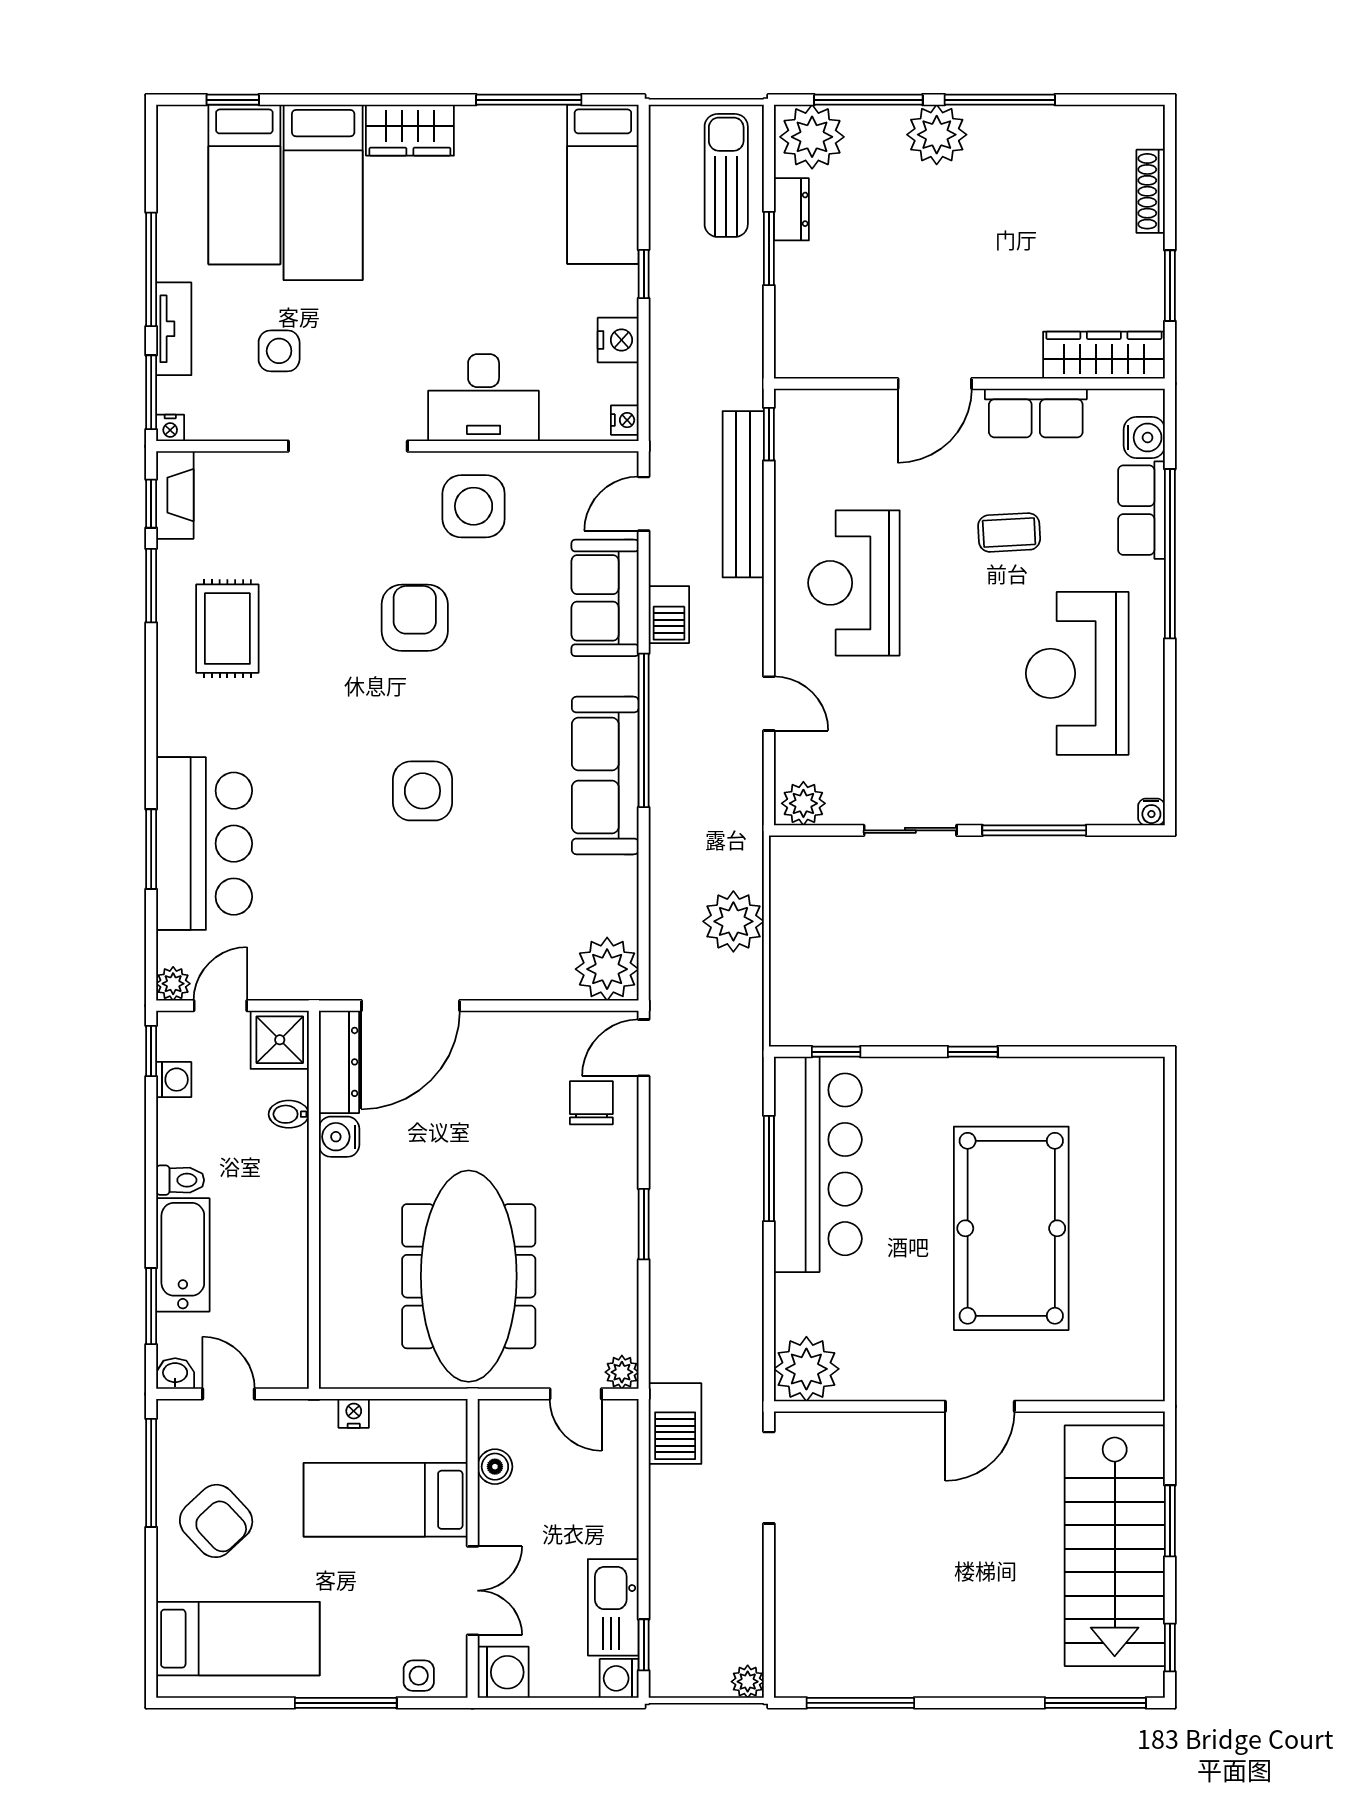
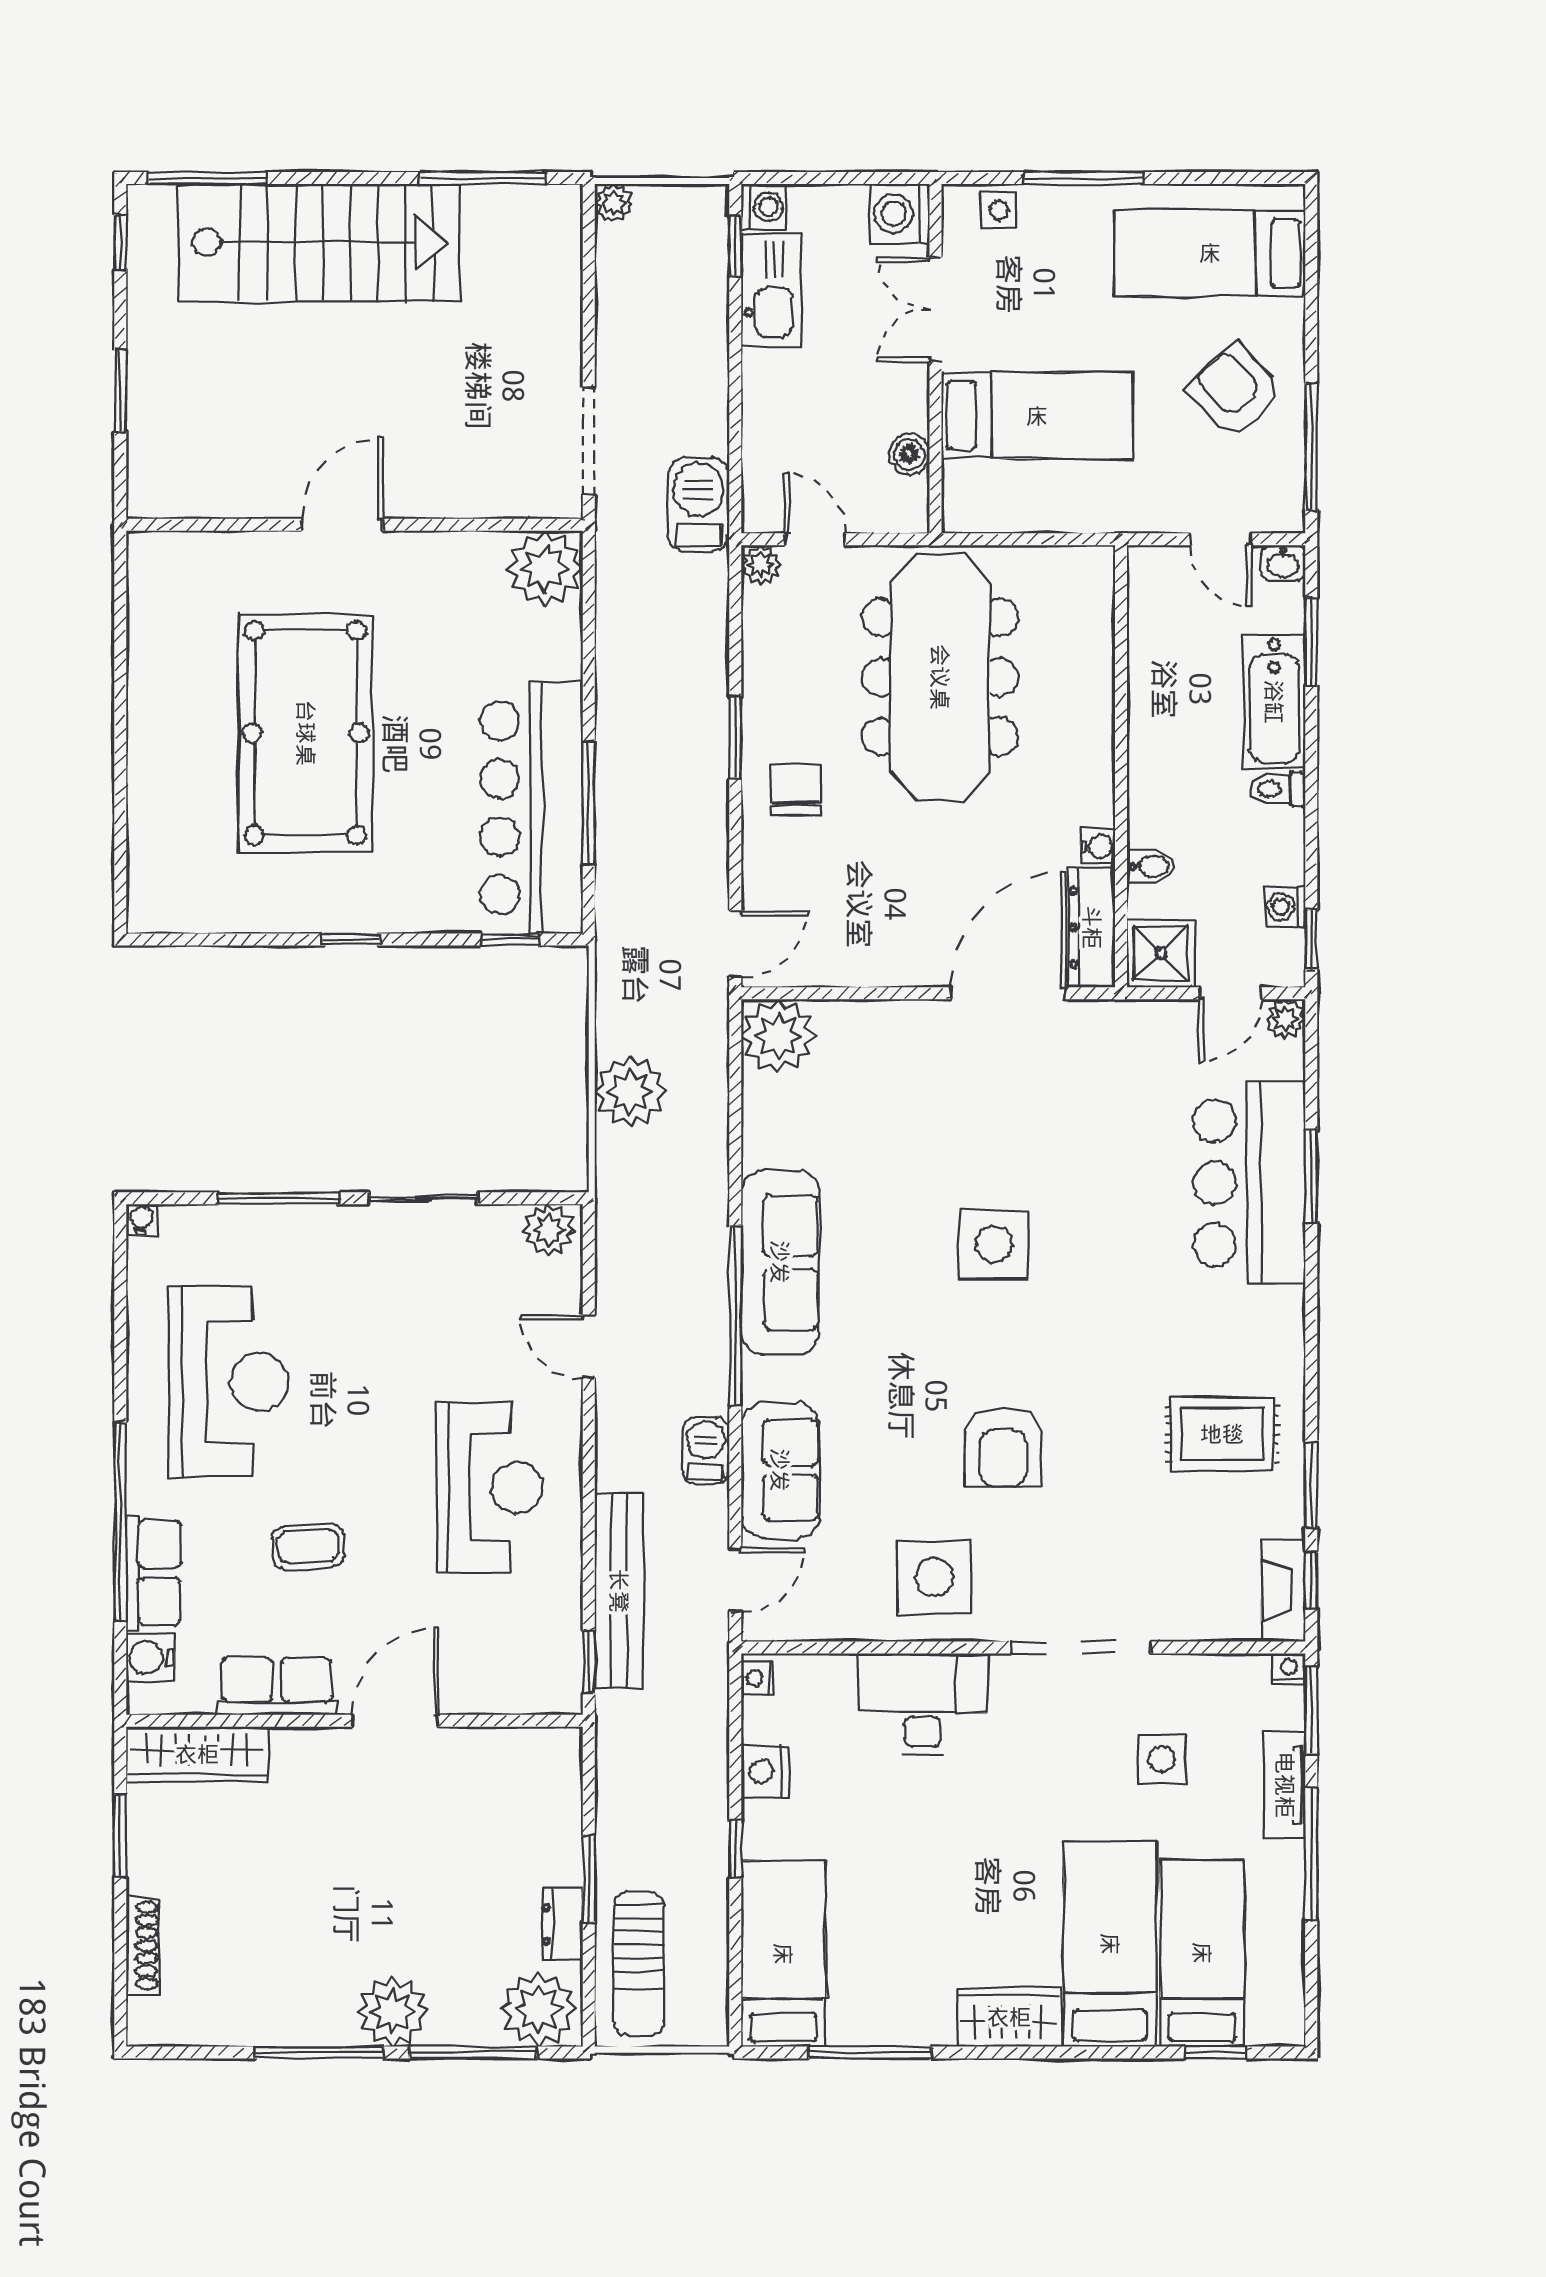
rug: (227, 629) -> (1222, 1434), turned 90
chair: (591, 1103) -> (796, 789), moved, turned 180
water cooler: (339, 1137) -> (1098, 847), width x0.72, depth x0.72
nightstand: (354, 1413) -> (1074, 517), removed
stairs: (1115, 1546) -> (319, 243), moved, turned 90

